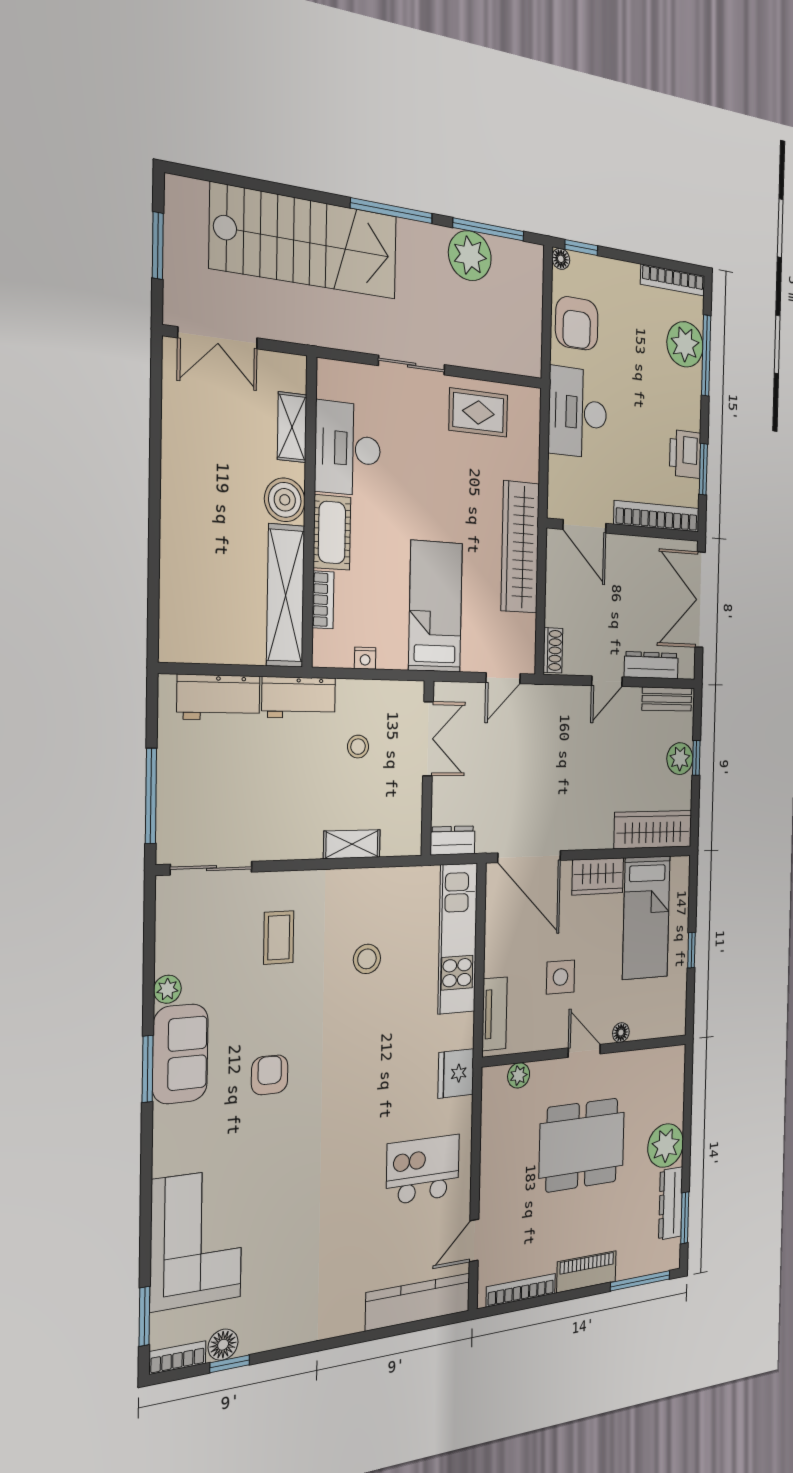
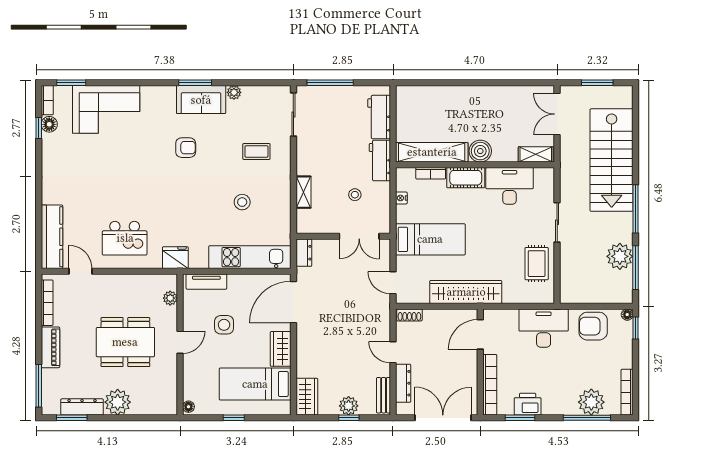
shelving: (292, 427) -> (536, 154), moved
wardrobe: (653, 829) -> (307, 397), width x0.67
floor lamp: (621, 1033) -> (188, 407), moved
dining table: (582, 1145) -> (125, 342), turned 90
kitchen island: (423, 1169) -> (125, 238), turned 90

